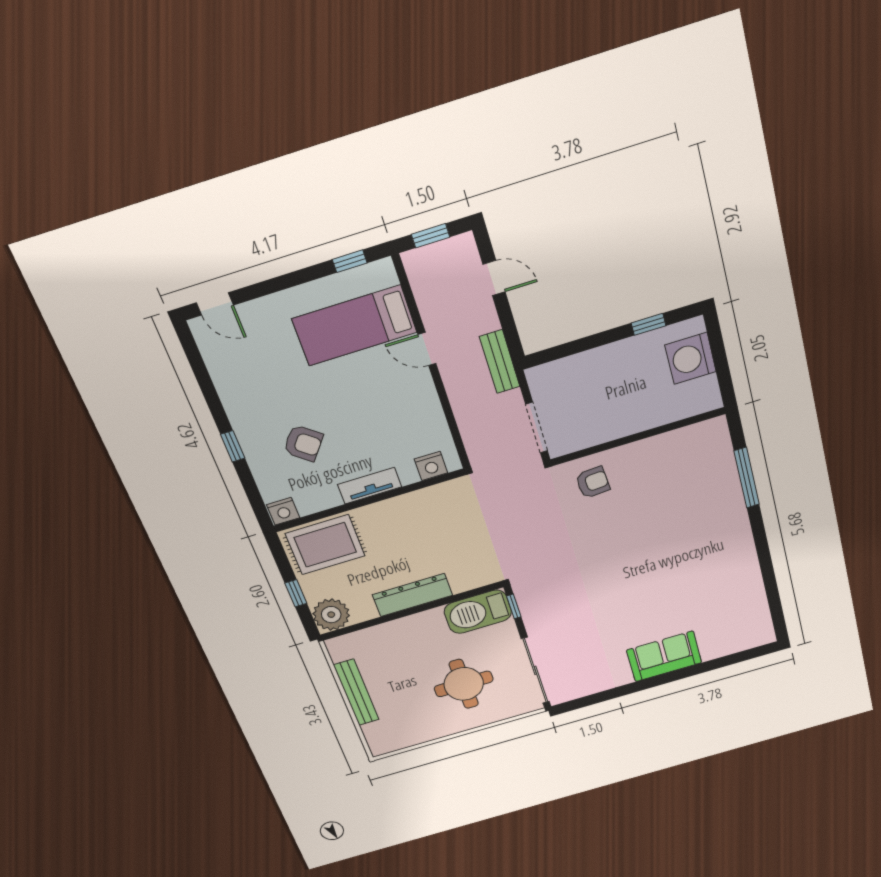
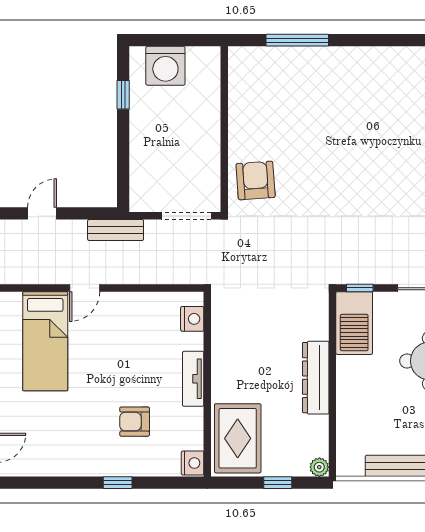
armchair: (303, 443) -> (135, 422), turned -128
armchair: (593, 482) -> (256, 180), width x1.38, depth x1.38
plant: (331, 615) -> (319, 467), width x0.53, depth x0.53

